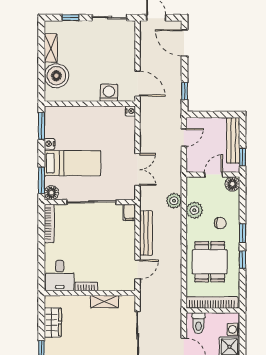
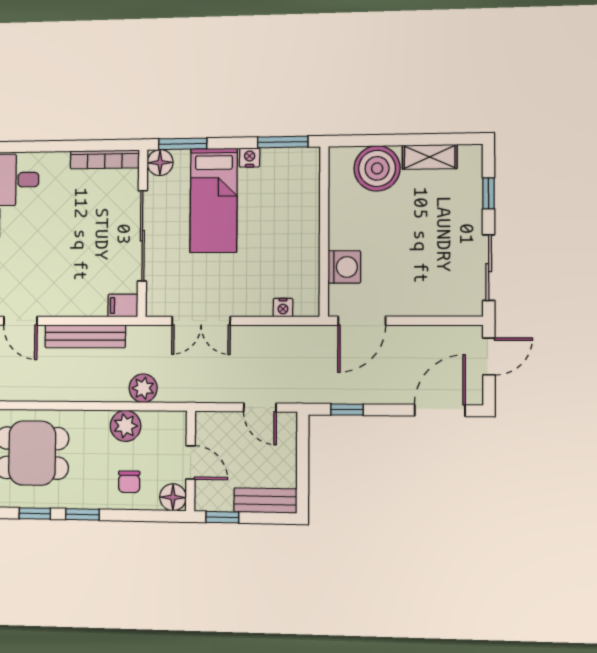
nightstand: (130, 111) -> (283, 308), moved
bench: (233, 140) -> (265, 500), width x0.73
chair: (220, 223) -> (129, 482), moved

